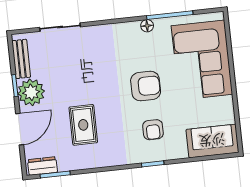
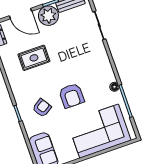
armchair: (153, 130) -> (42, 108), turned 147

